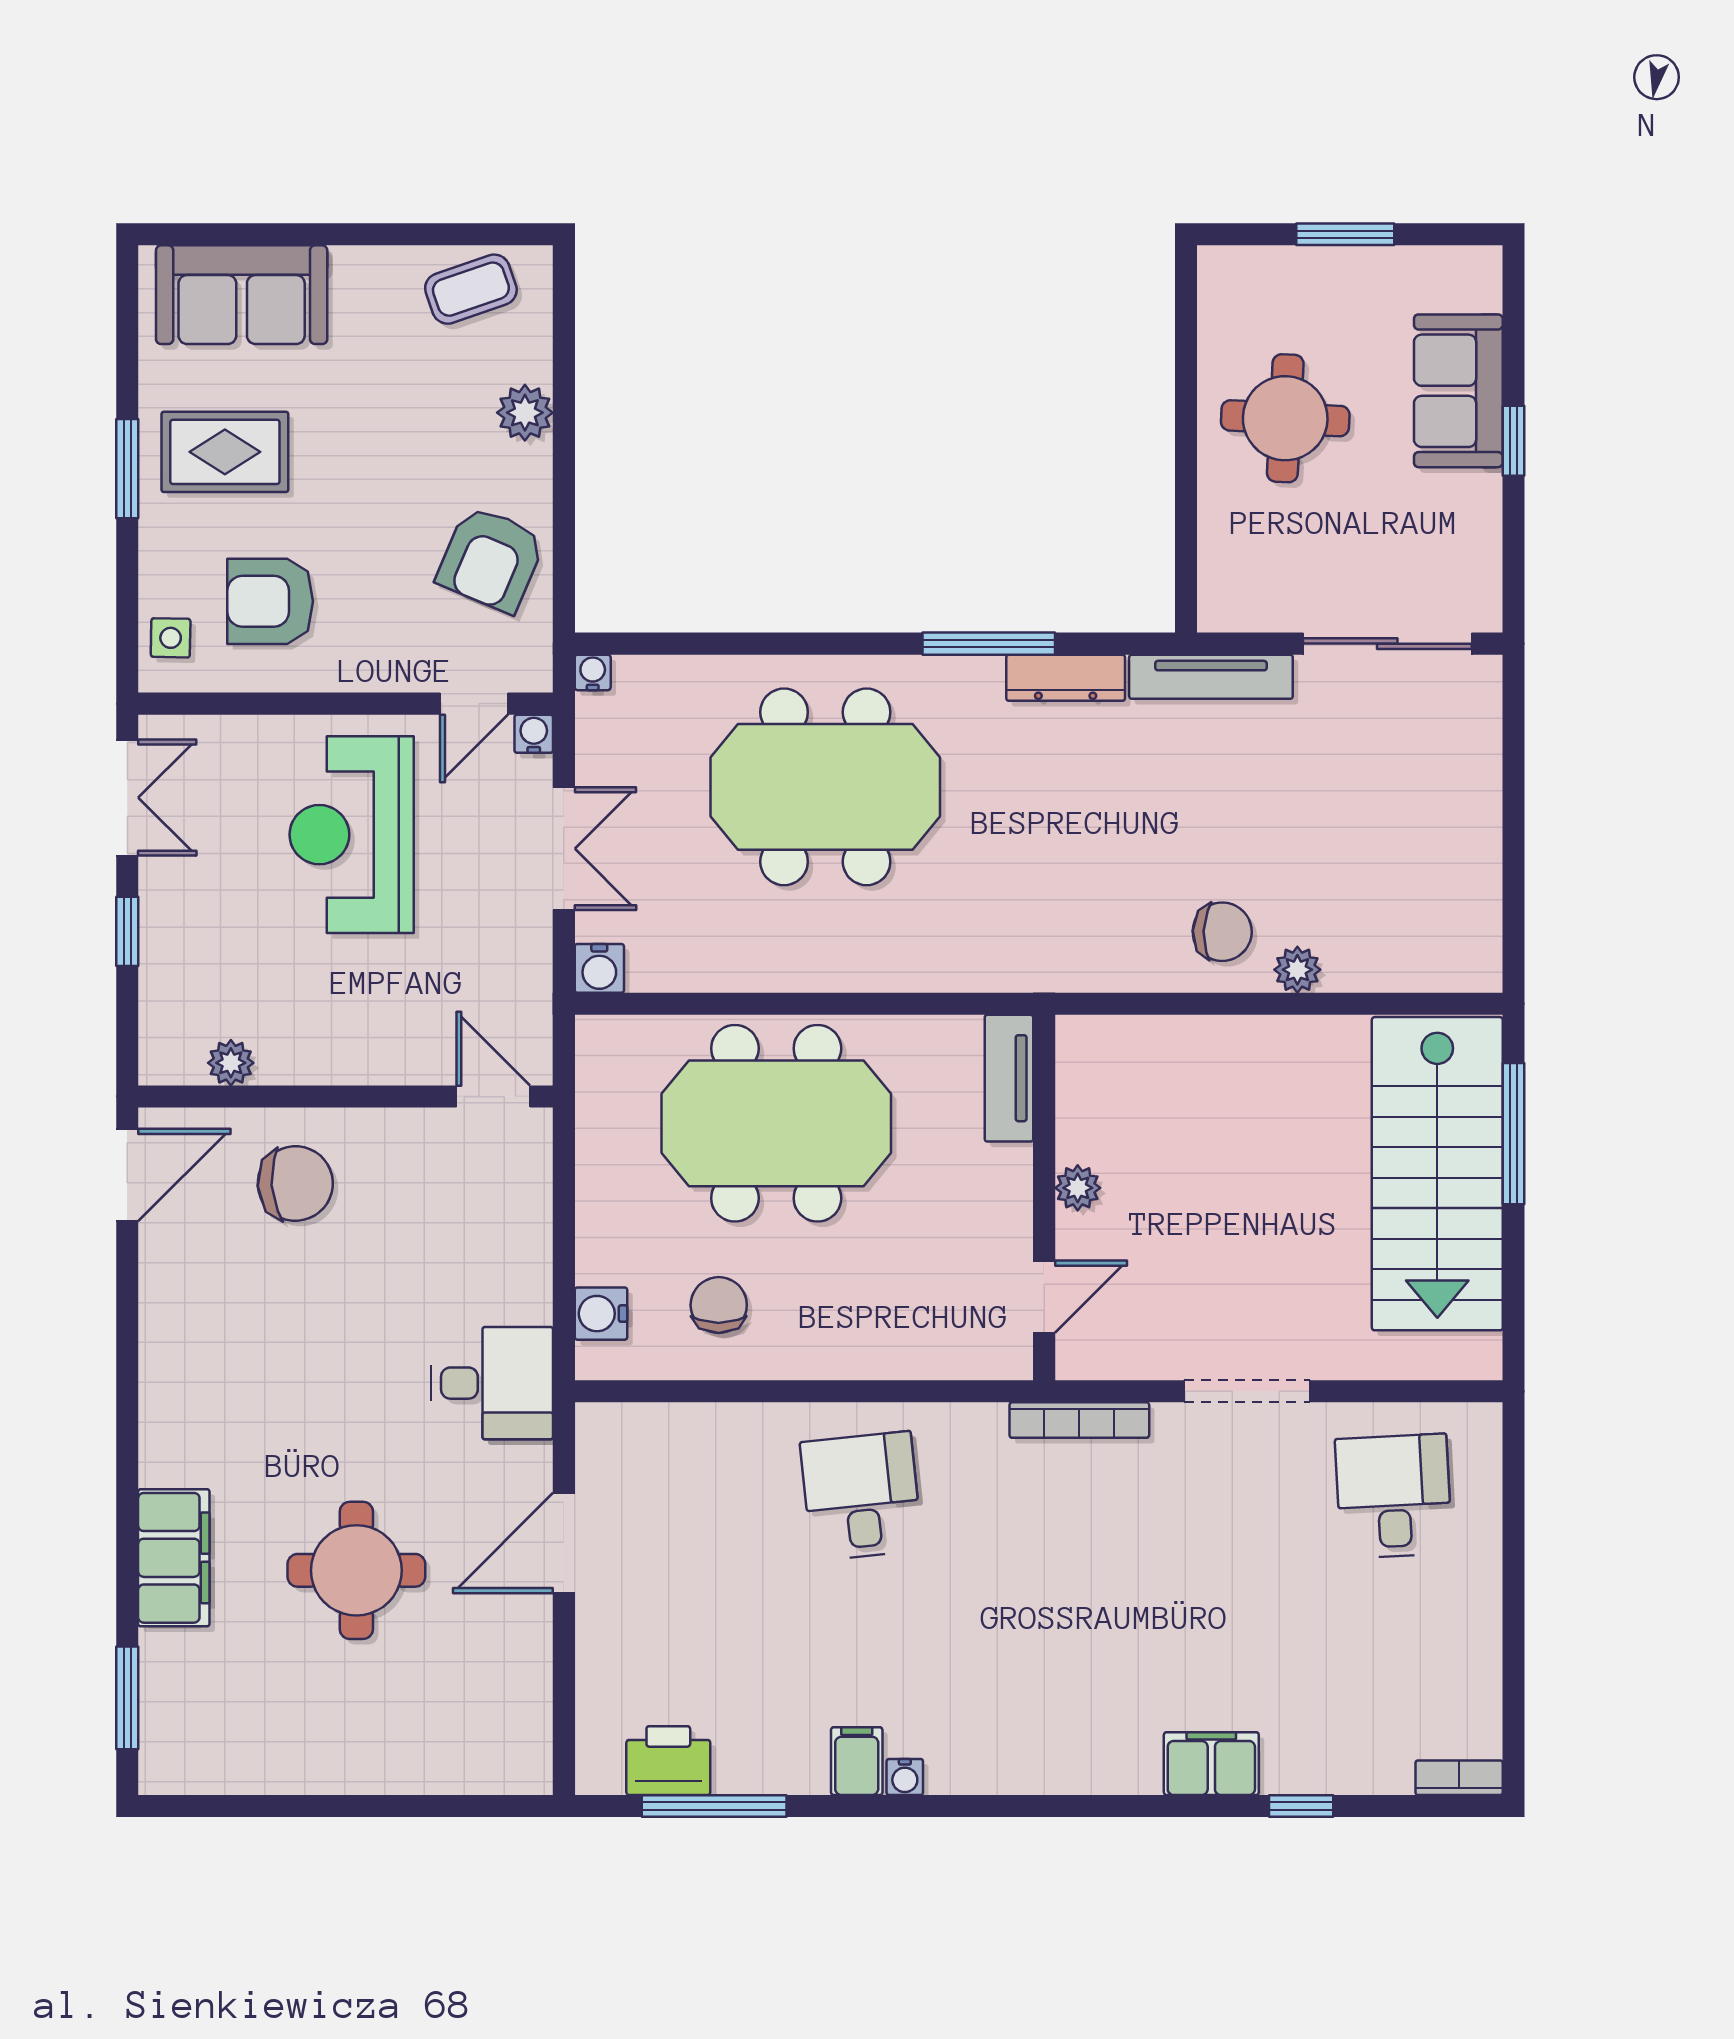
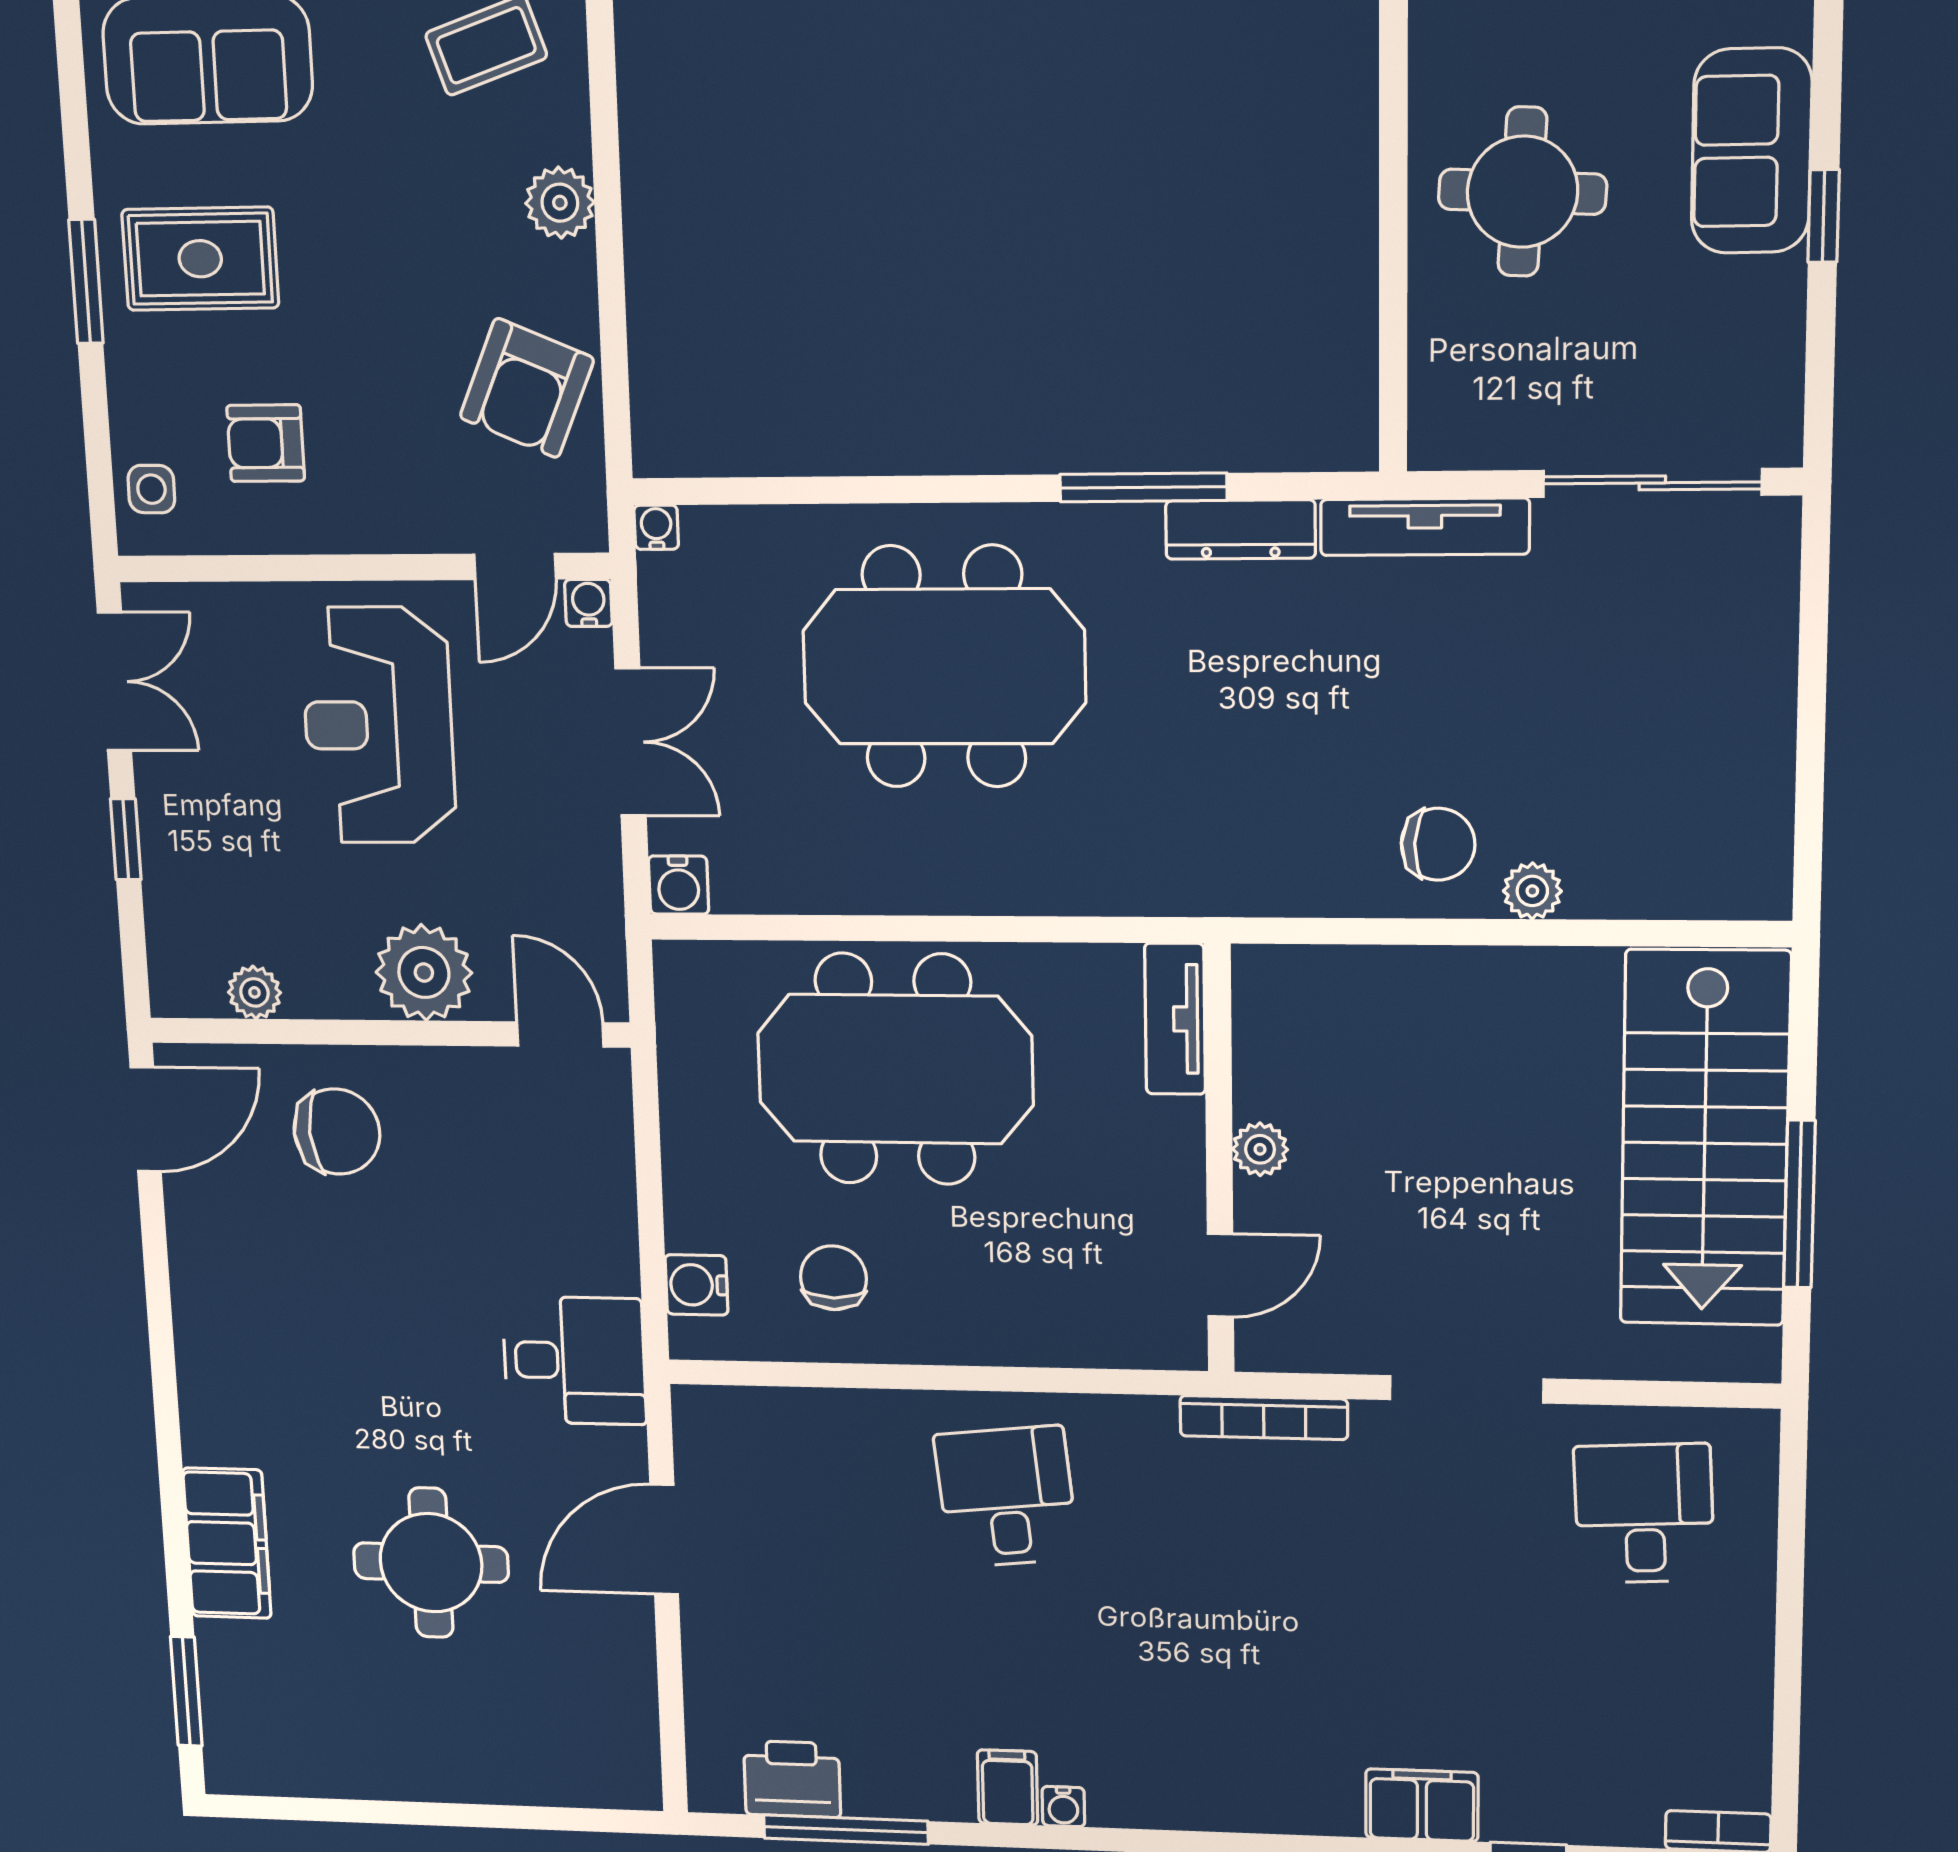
armchair: (270, 601) -> (266, 443), width x0.72, depth x0.72
plant: (379, 1044) -> (424, 973), added
window: (1513, 1134) -> (1799, 1204), moved

